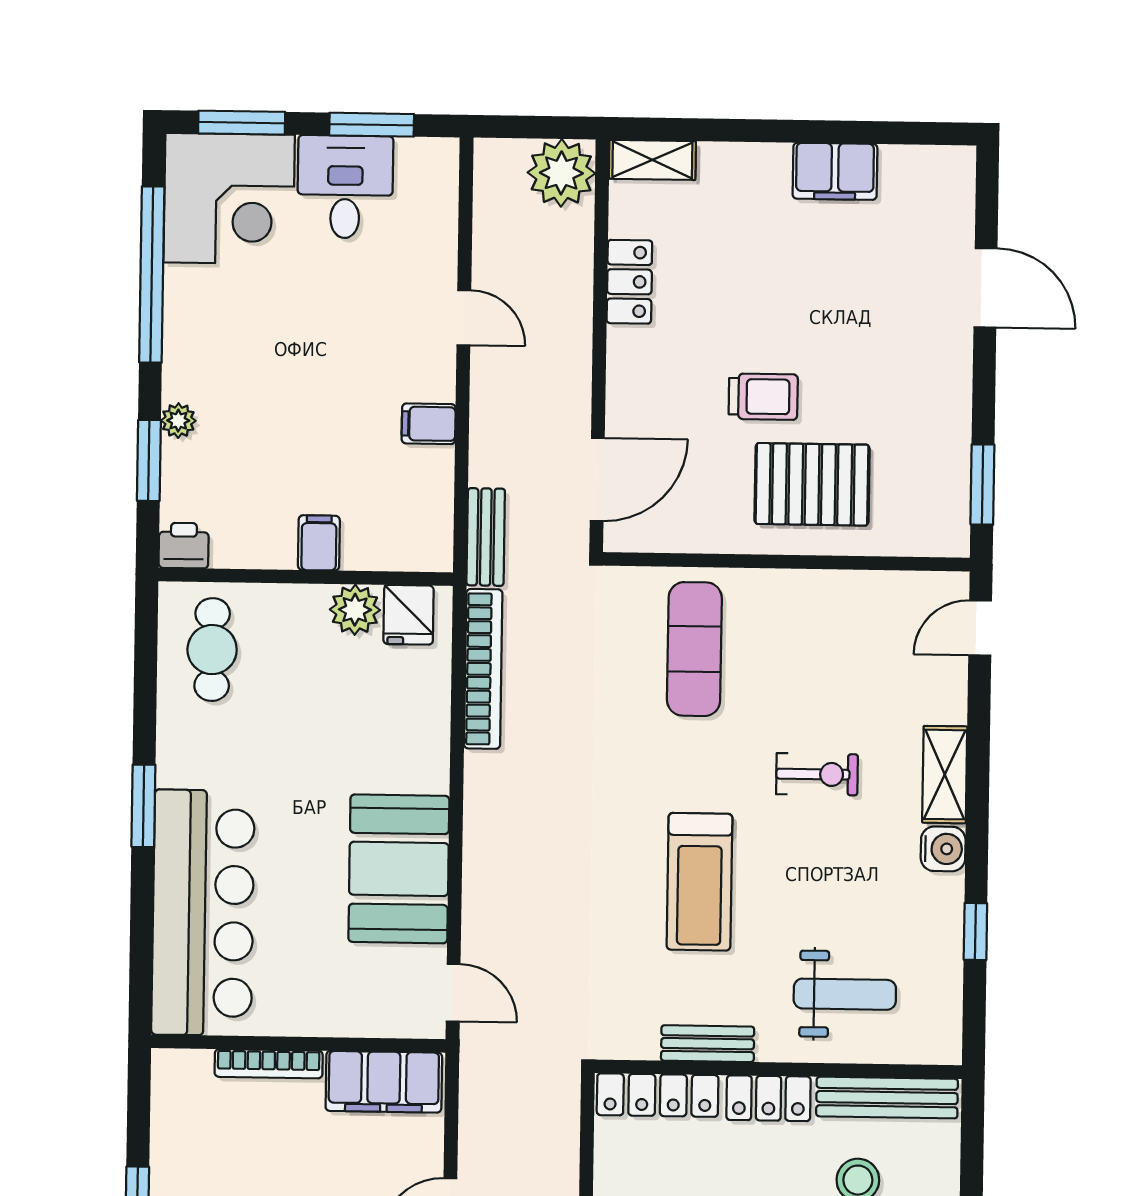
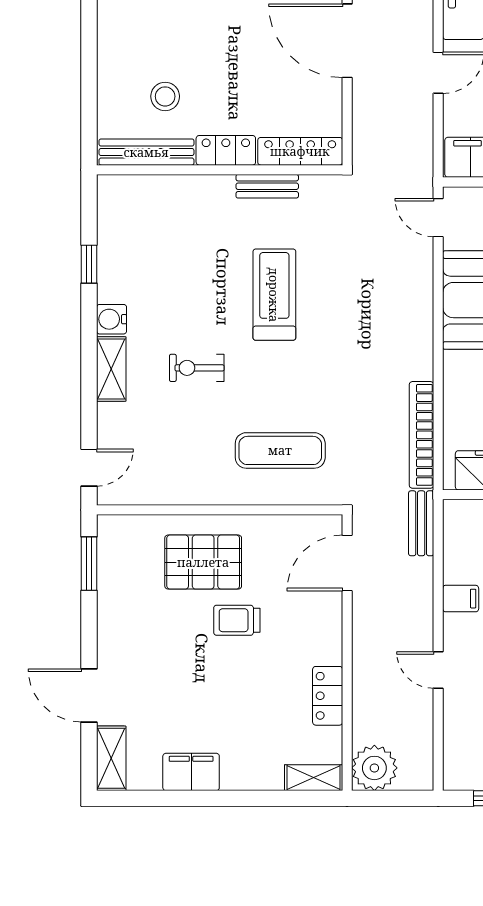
shelving: (954, 194) -> (111, 758), added
exercise mat: (694, 649) -> (280, 450), turned 90
weight bench: (845, 994) -> (176, 221), removed

